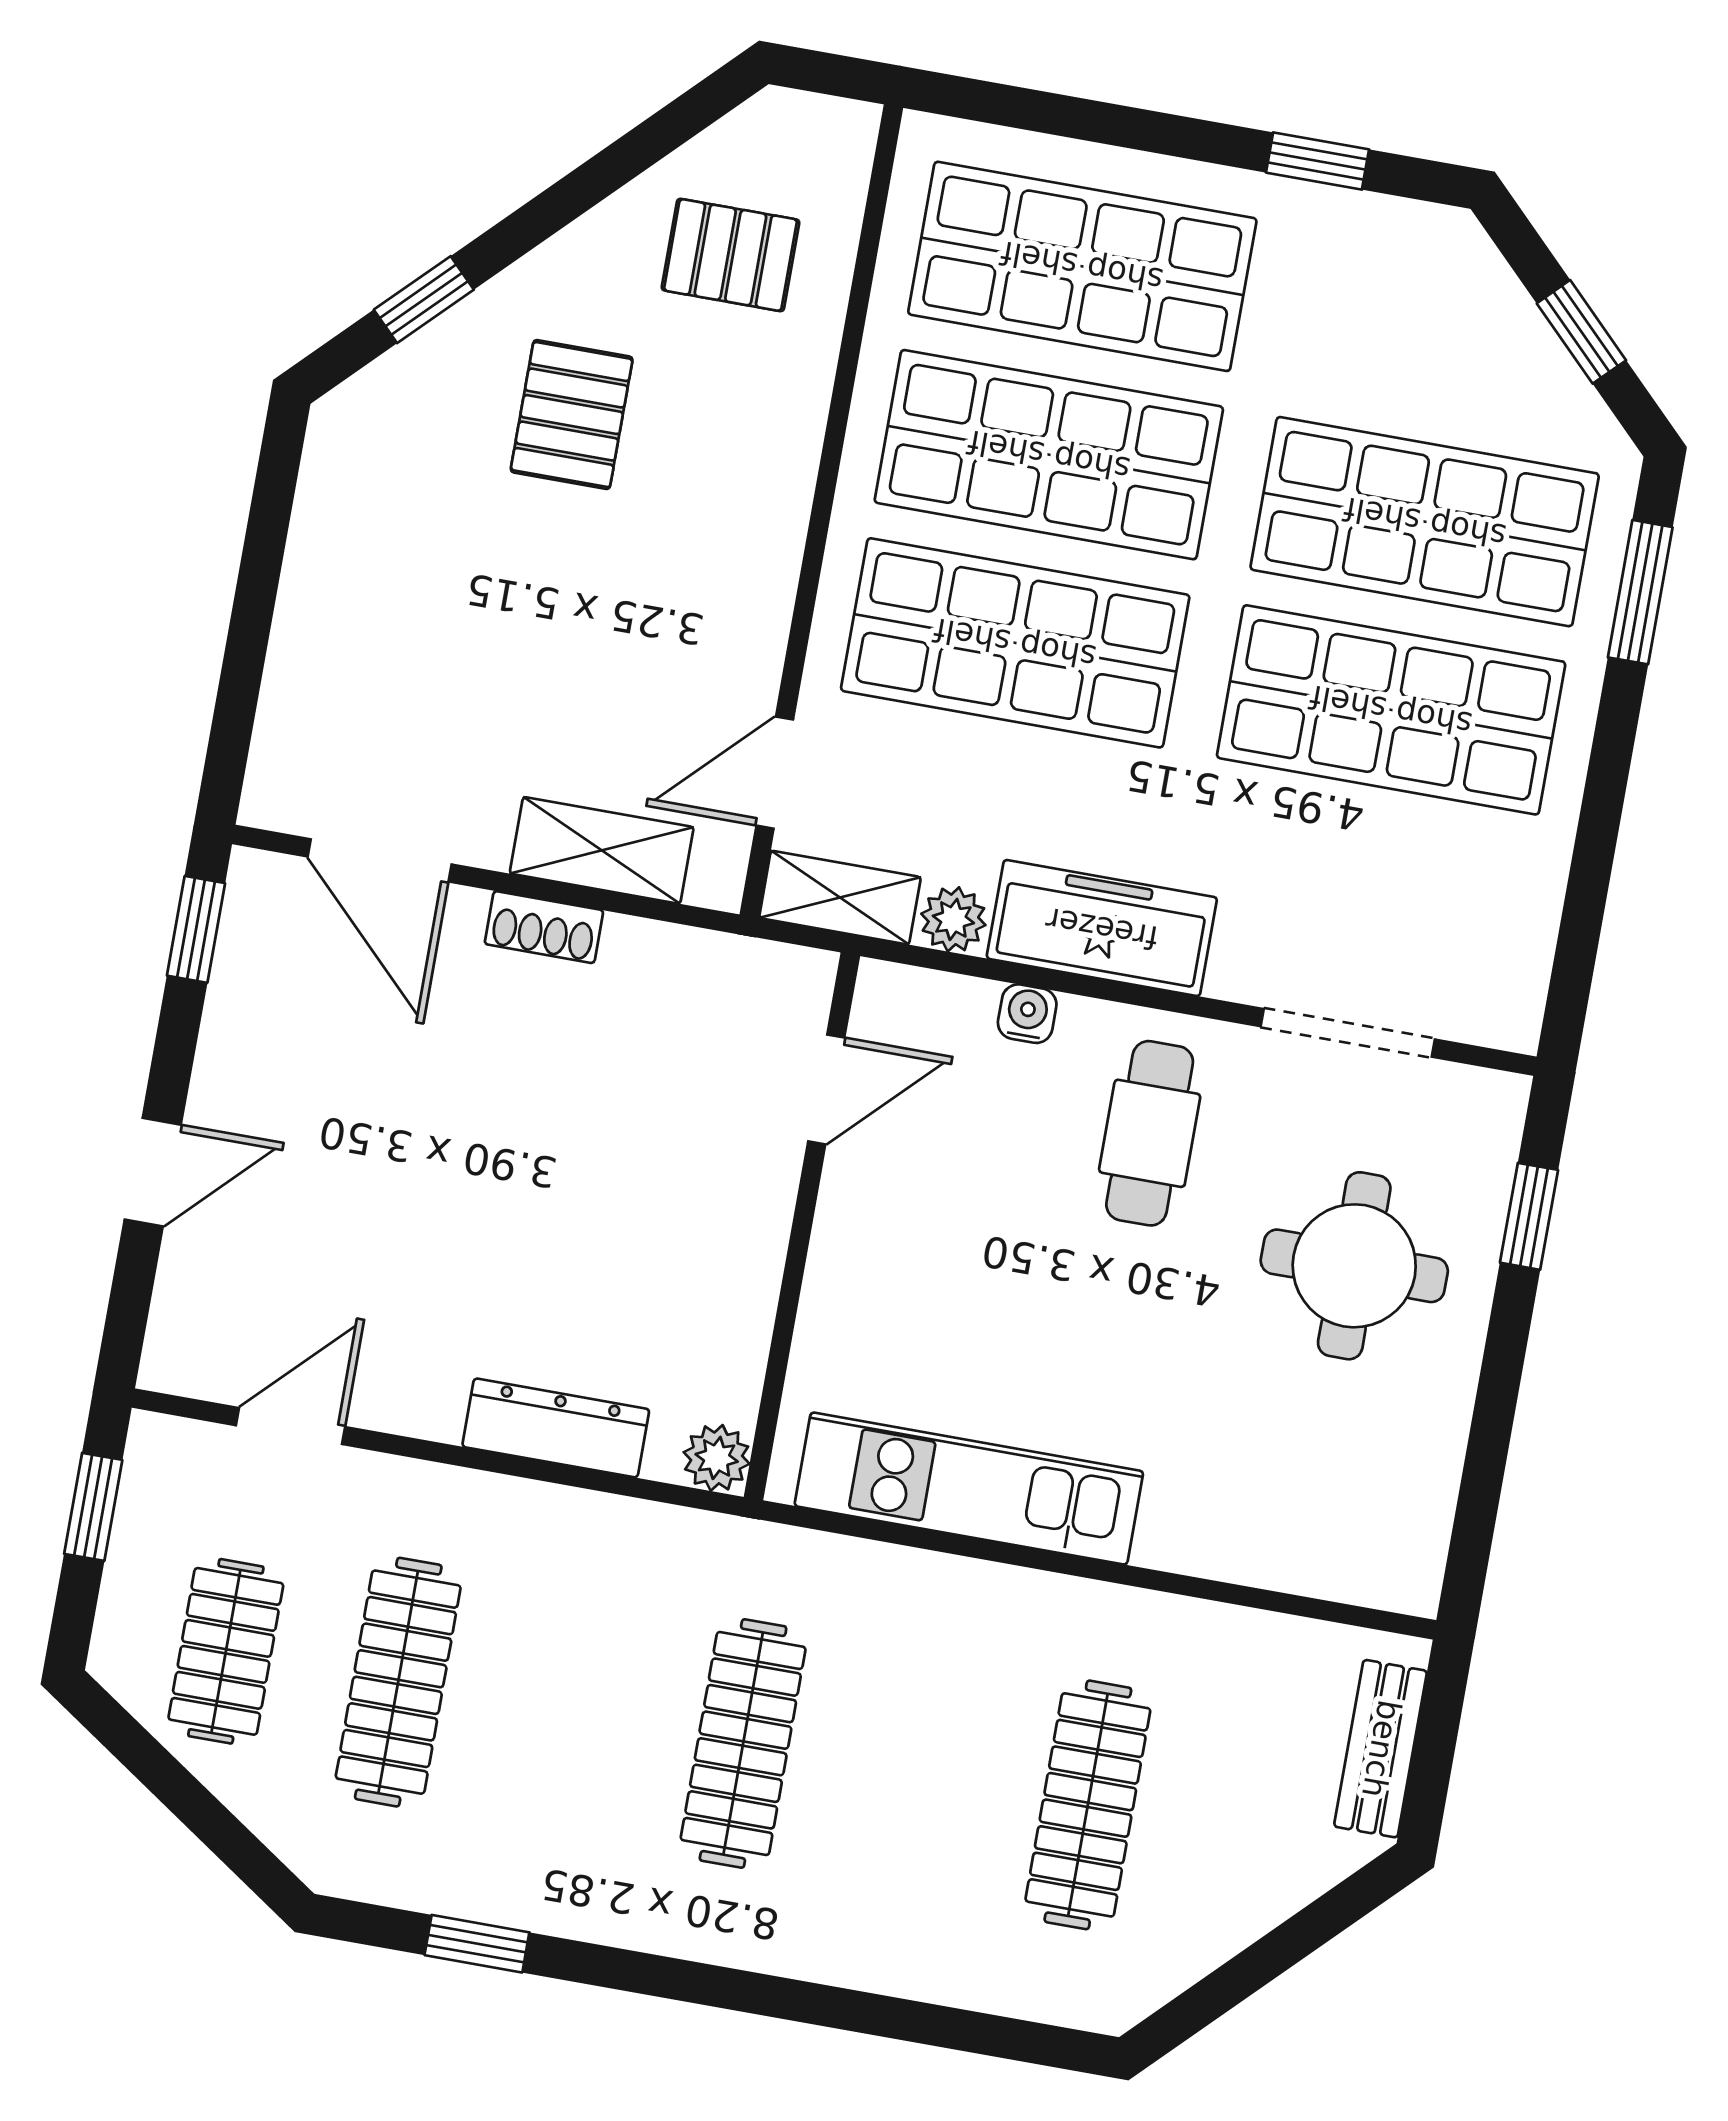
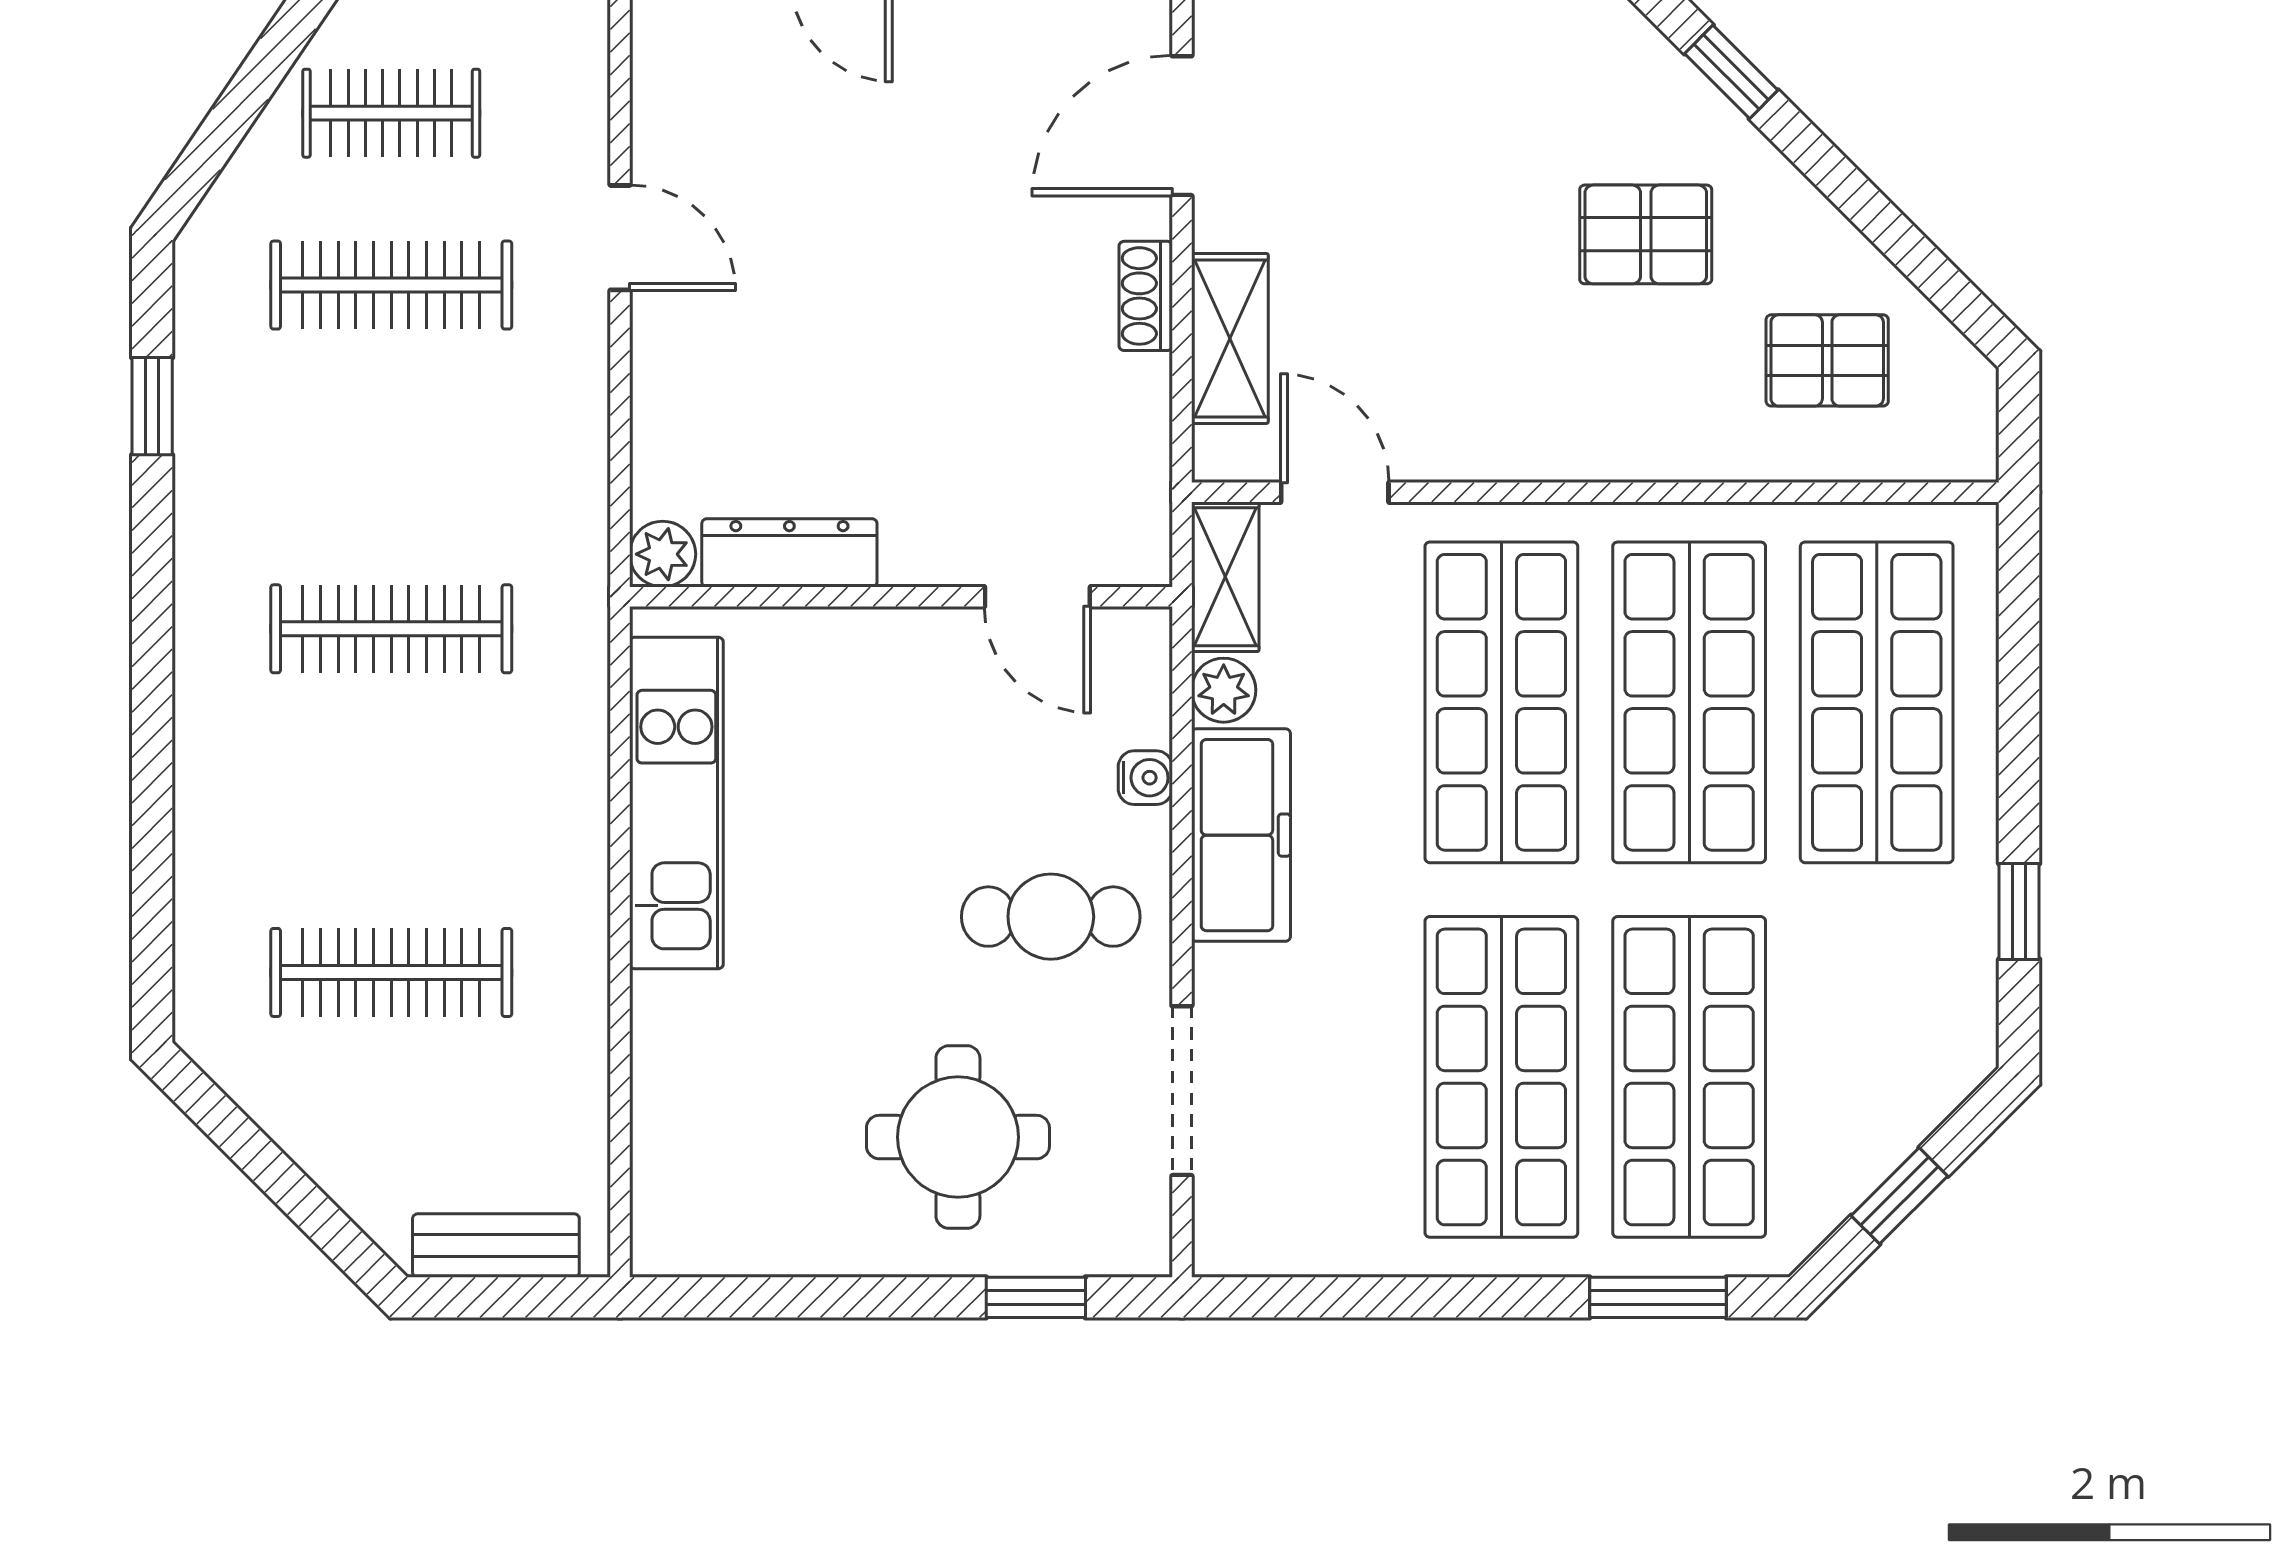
pallet: (730, 255) -> (1827, 360), turned 90
door: (290, 1426) -> (620, 238), moved
dresser: (556, 1428) -> (789, 553), moved, turned -90

